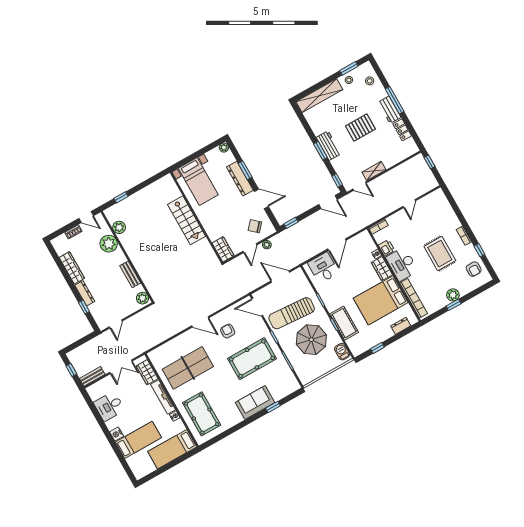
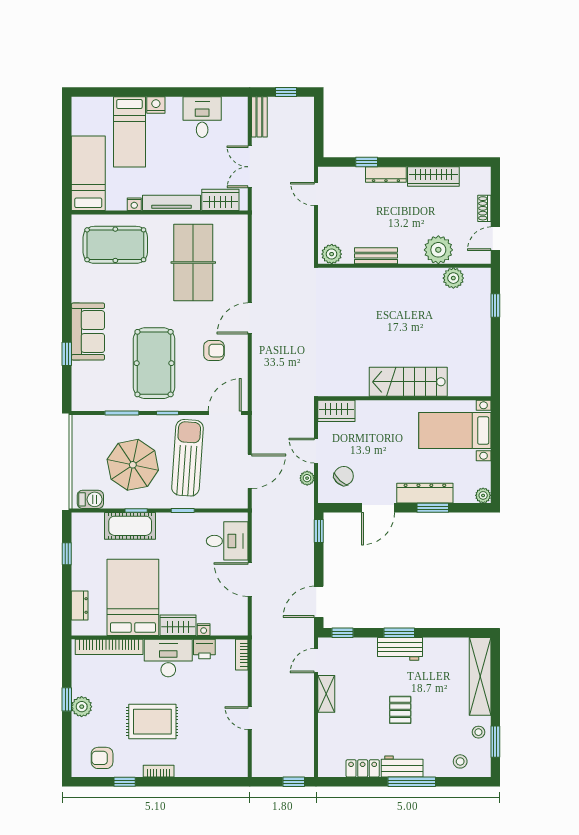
pallet: (360, 128) -> (400, 710), width x0.67, depth x0.71

